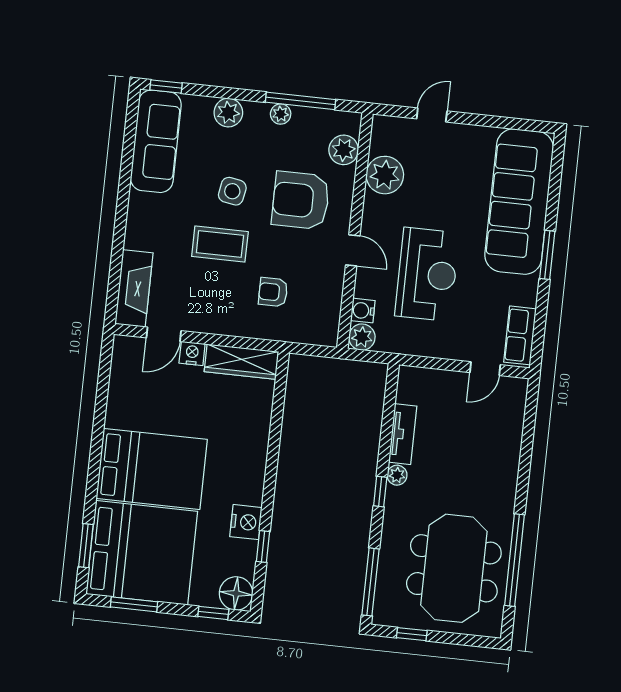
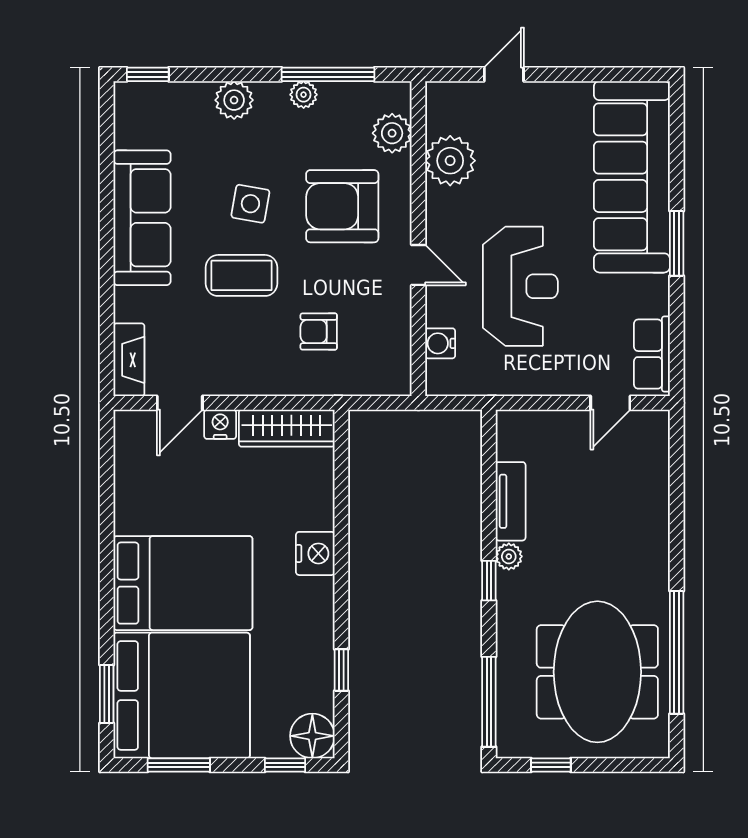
sofa: (156, 141) -> (142, 218), moved
fireplace: (134, 288) -> (129, 360), width x0.73, depth x0.76
plant: (362, 337) -> (443, 379), removed
nightstand: (246, 522) -> (315, 553), moved

